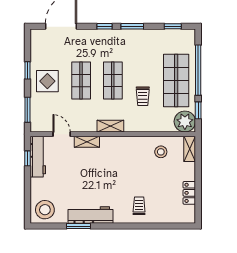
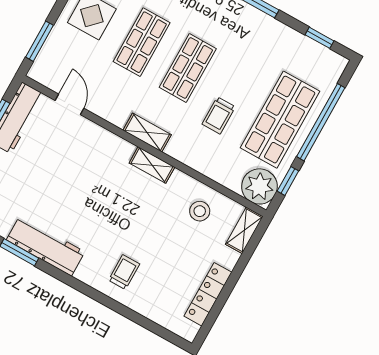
shelving: (87, 142) -> (152, 165), moved
locker: (189, 193) -> (208, 294), width x1.53

